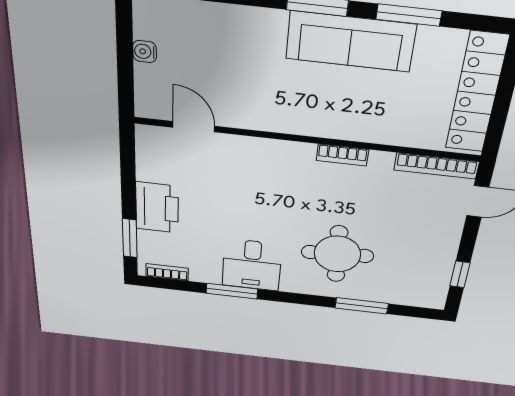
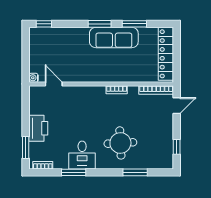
water cooler: (145, 52) -> (34, 78), moved

